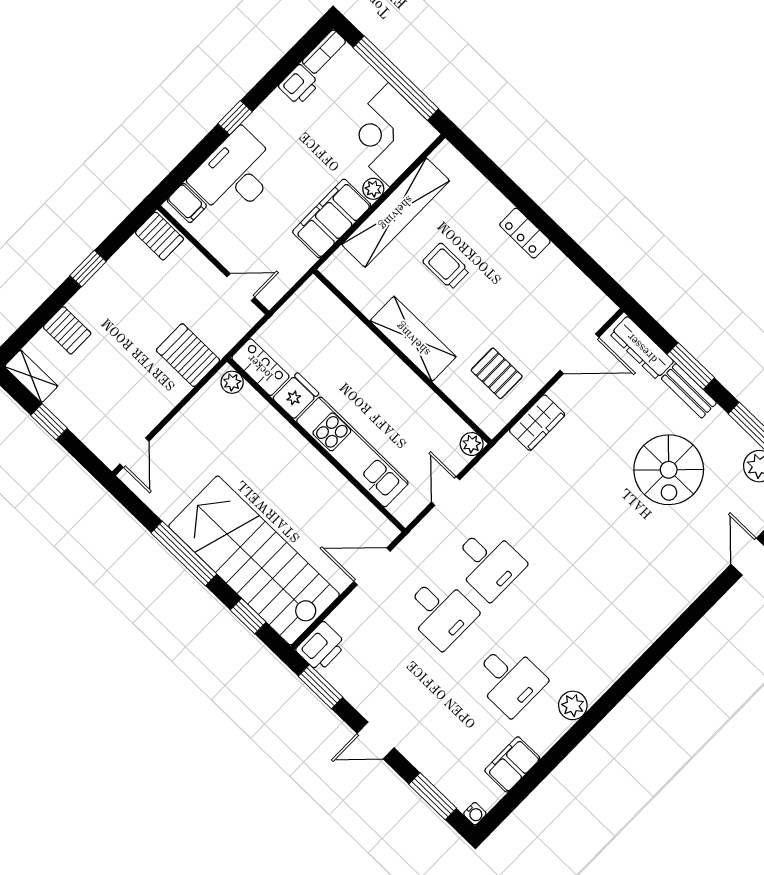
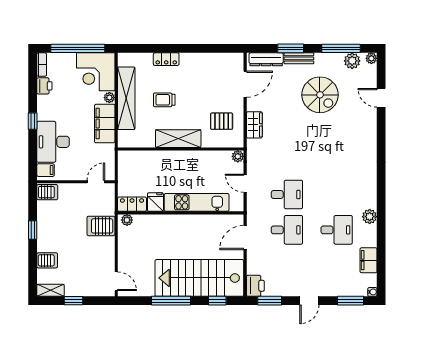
locker: (525, 233) -> (166, 59), moved

